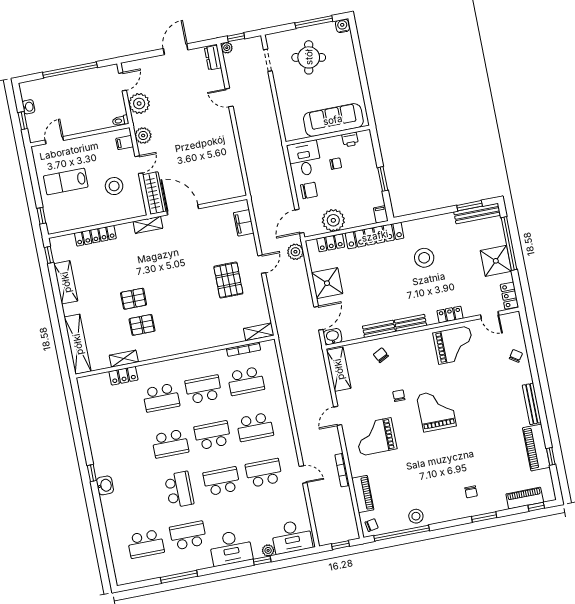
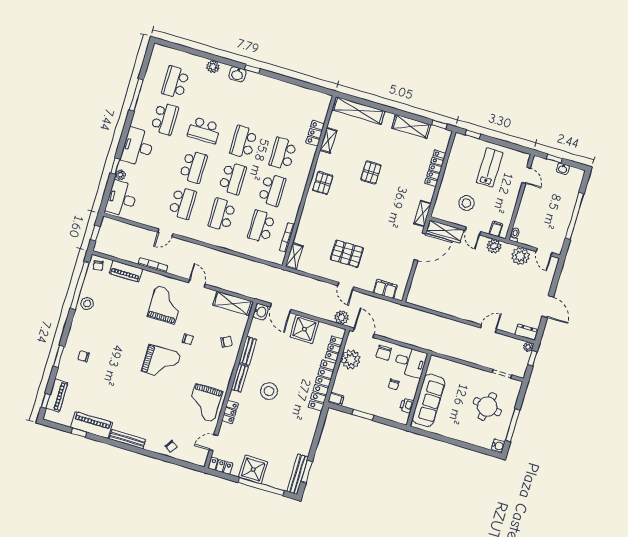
stool: (424, 258) -> (269, 391), moved
pallet: (142, 325) -> (323, 183), moved
plant: (110, 514) -> (213, 67), added

